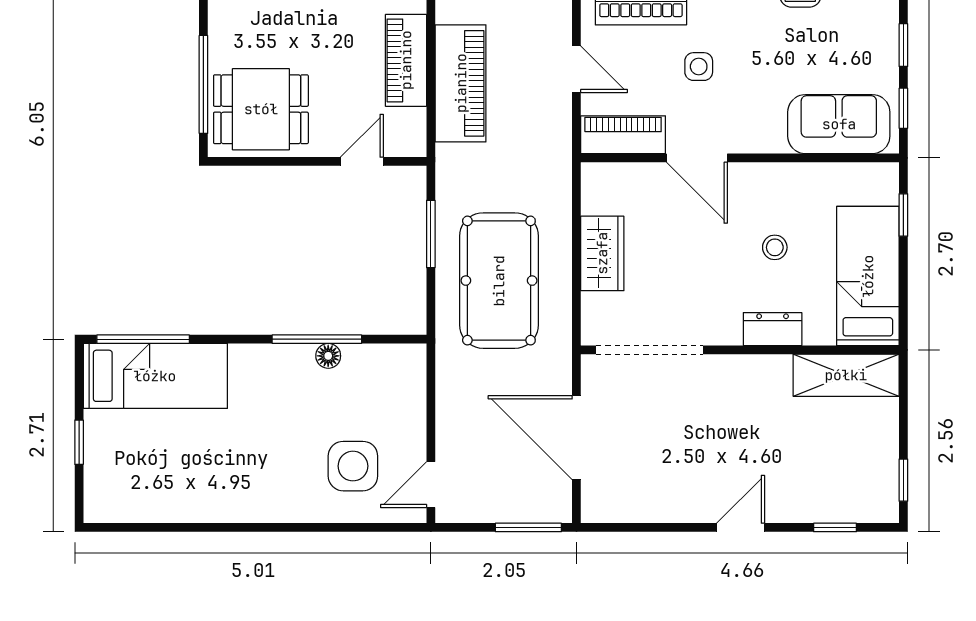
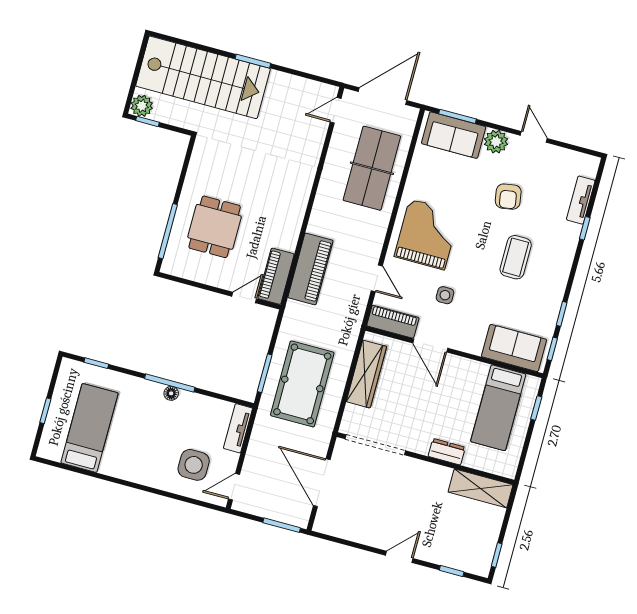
piano: (406, 60) -> (276, 276), moved
dining table: (261, 109) -> (215, 227), moved, turned 90
window: (431, 234) -> (265, 373), moved
stool: (775, 247) -> (460, 407), removed
wardrobe: (602, 253) -> (366, 374), width x1.50
bed: (868, 276) -> (498, 408), moved, turned 180
window: (143, 339) -> (96, 363), width x0.46
window: (317, 339) -> (170, 383), moved
floor lamp: (328, 356) -> (171, 393), moved
bed: (155, 376) -> (89, 428), moved, turned -90
tv unit: (411, 384) -> (238, 428), added

